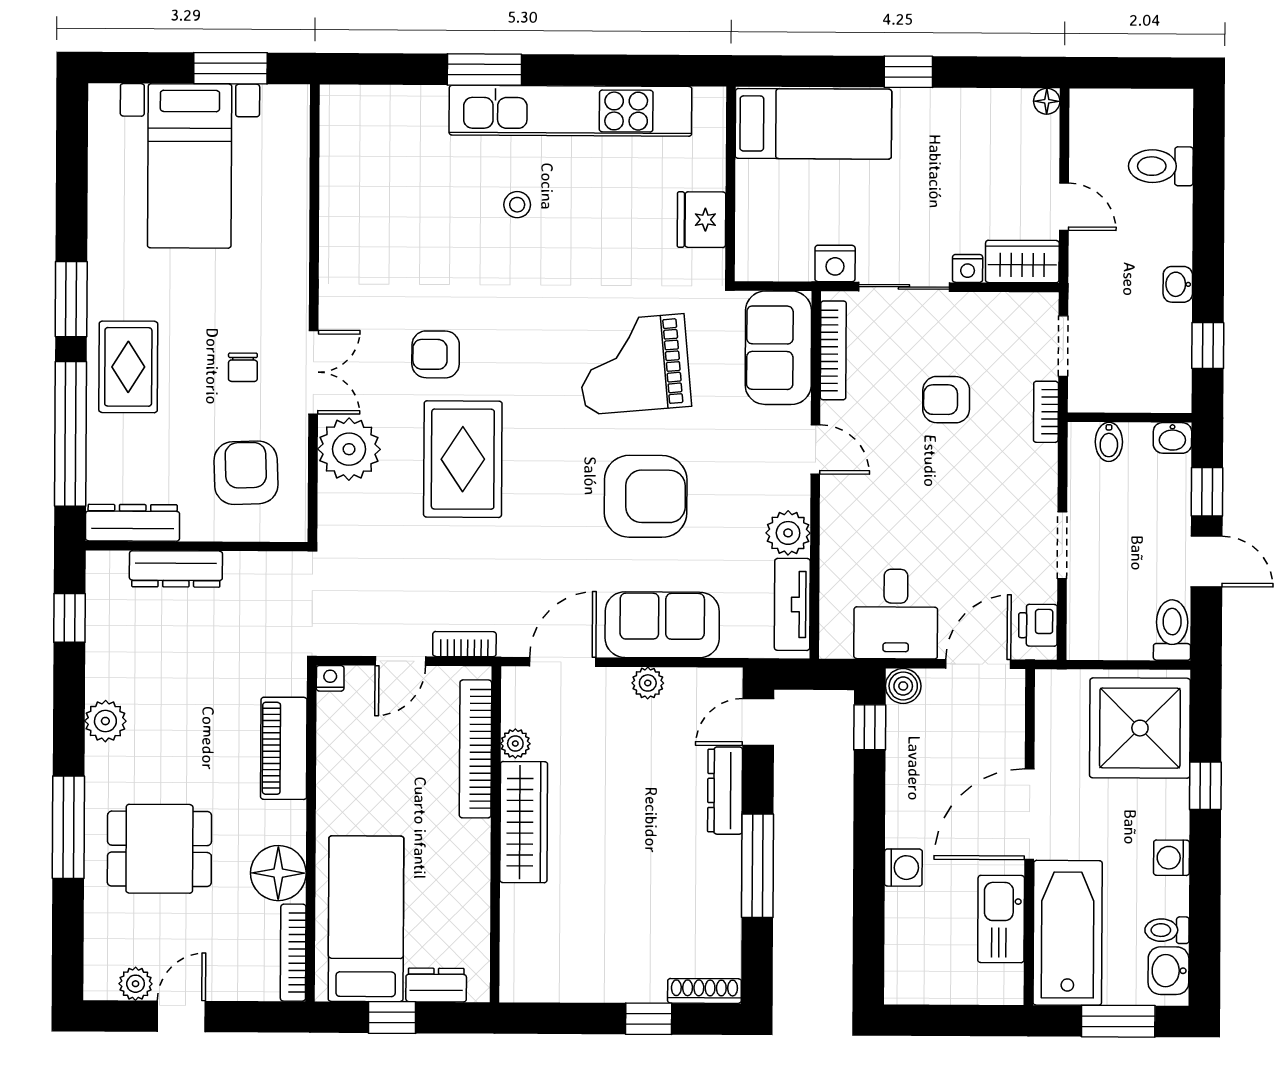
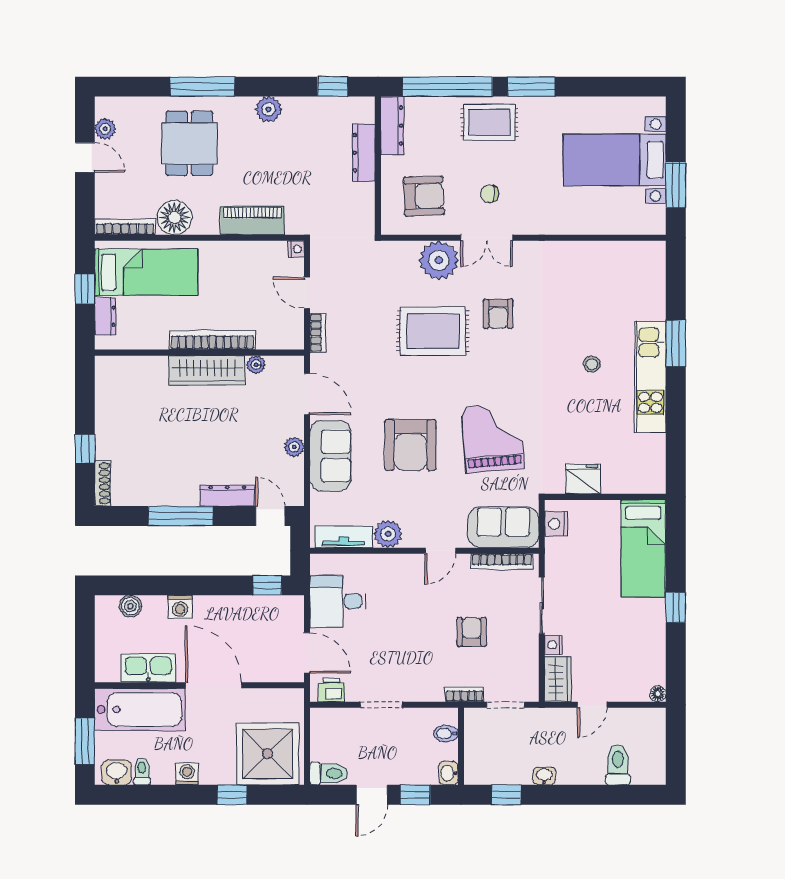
kitchen unit: (570, 111) -> (650, 377), width x0.73
nightstand: (835, 263) -> (556, 524), moved
armchair: (436, 354) -> (498, 314), turned 180
boiler: (903, 686) -> (130, 606), moved
bookcase: (475, 749) -> (212, 340), moved

